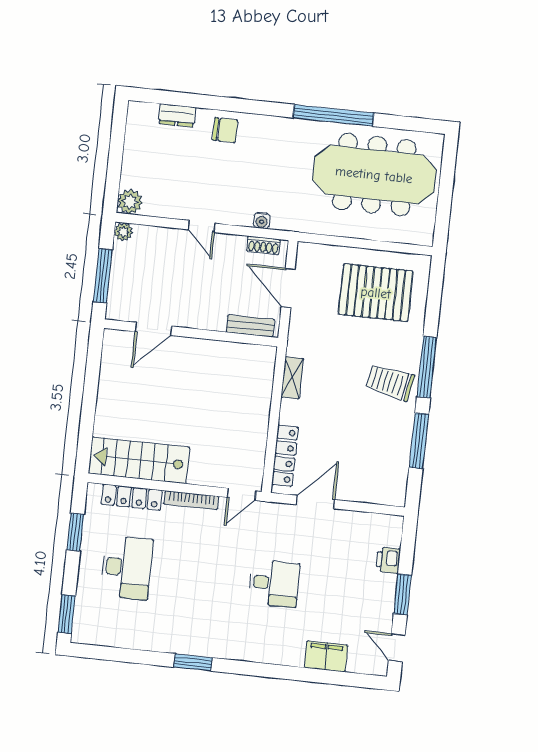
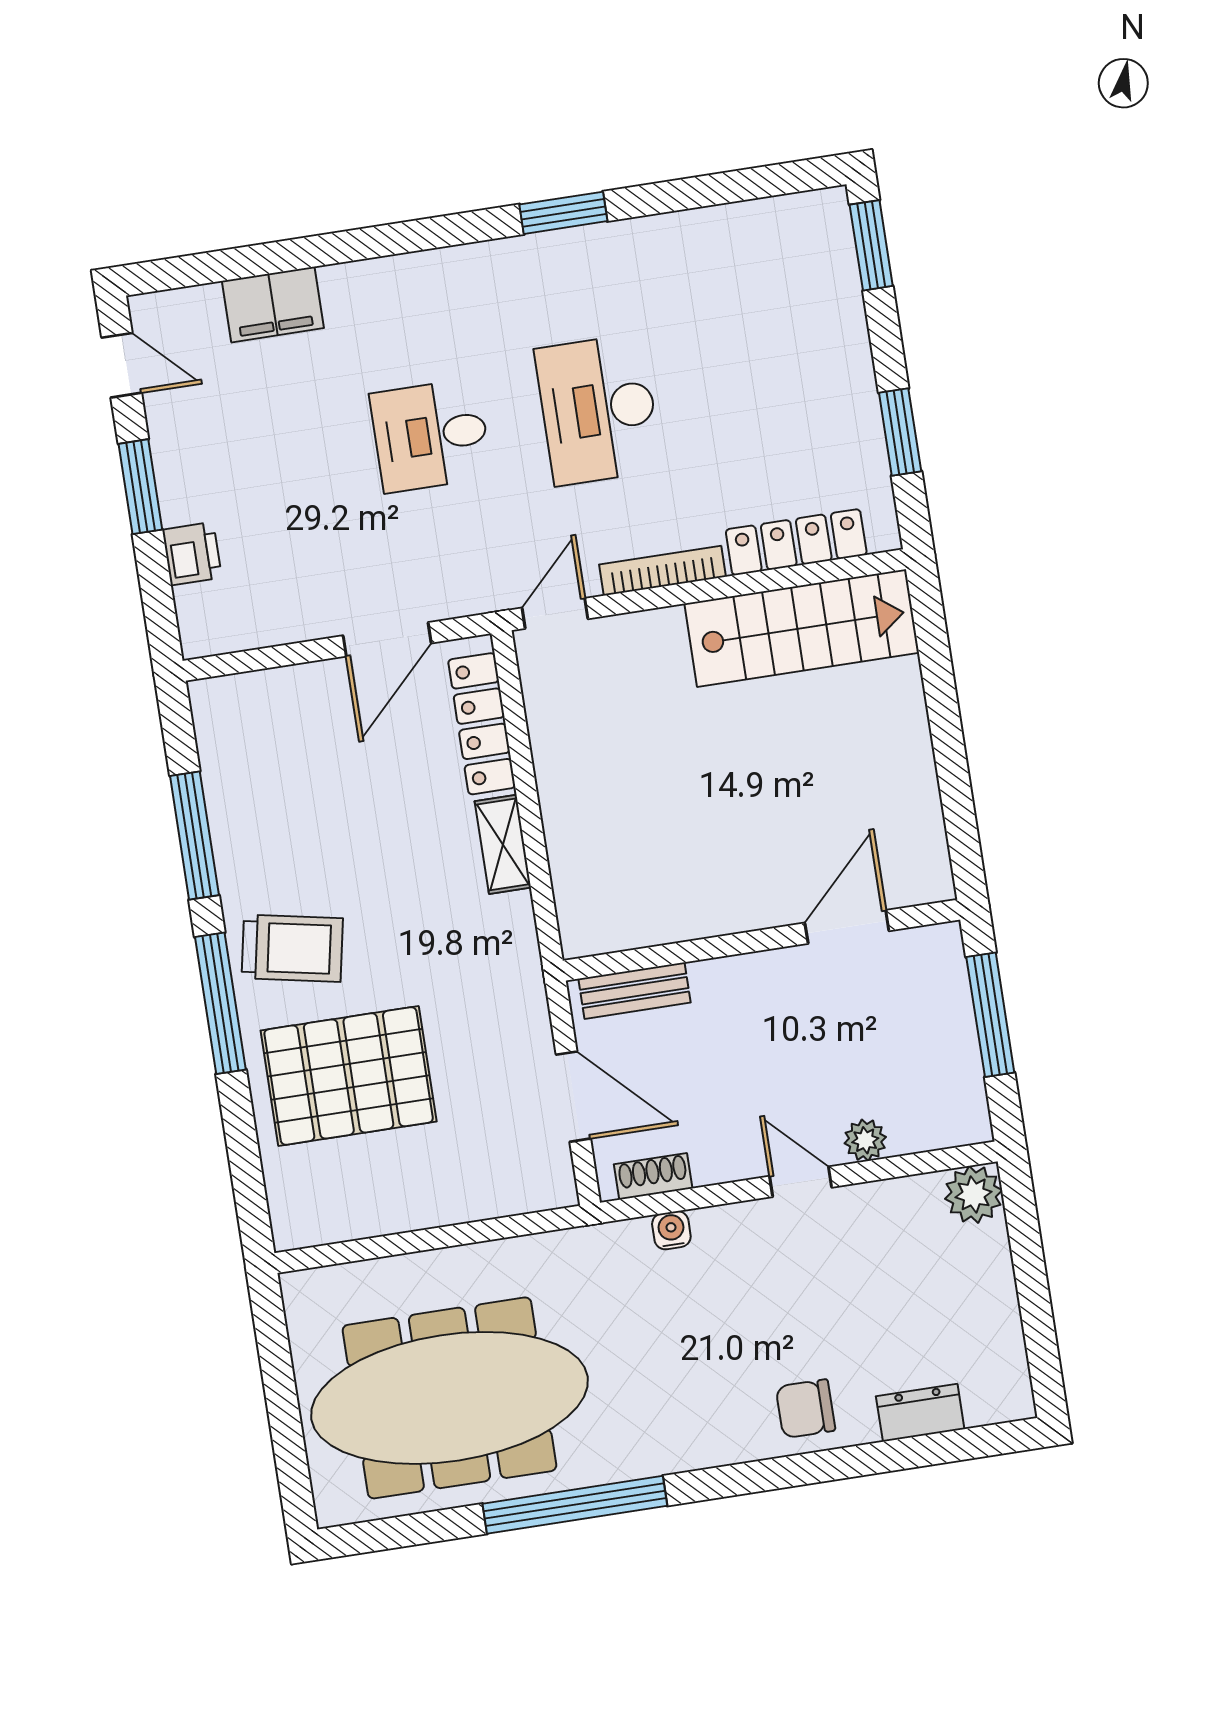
plant: (123, 232) -> (865, 1140), moved
pallet: (376, 293) -> (349, 1076), moved
shelving: (292, 378) -> (503, 844), moved
desk: (127, 568) -> (598, 410), moved

